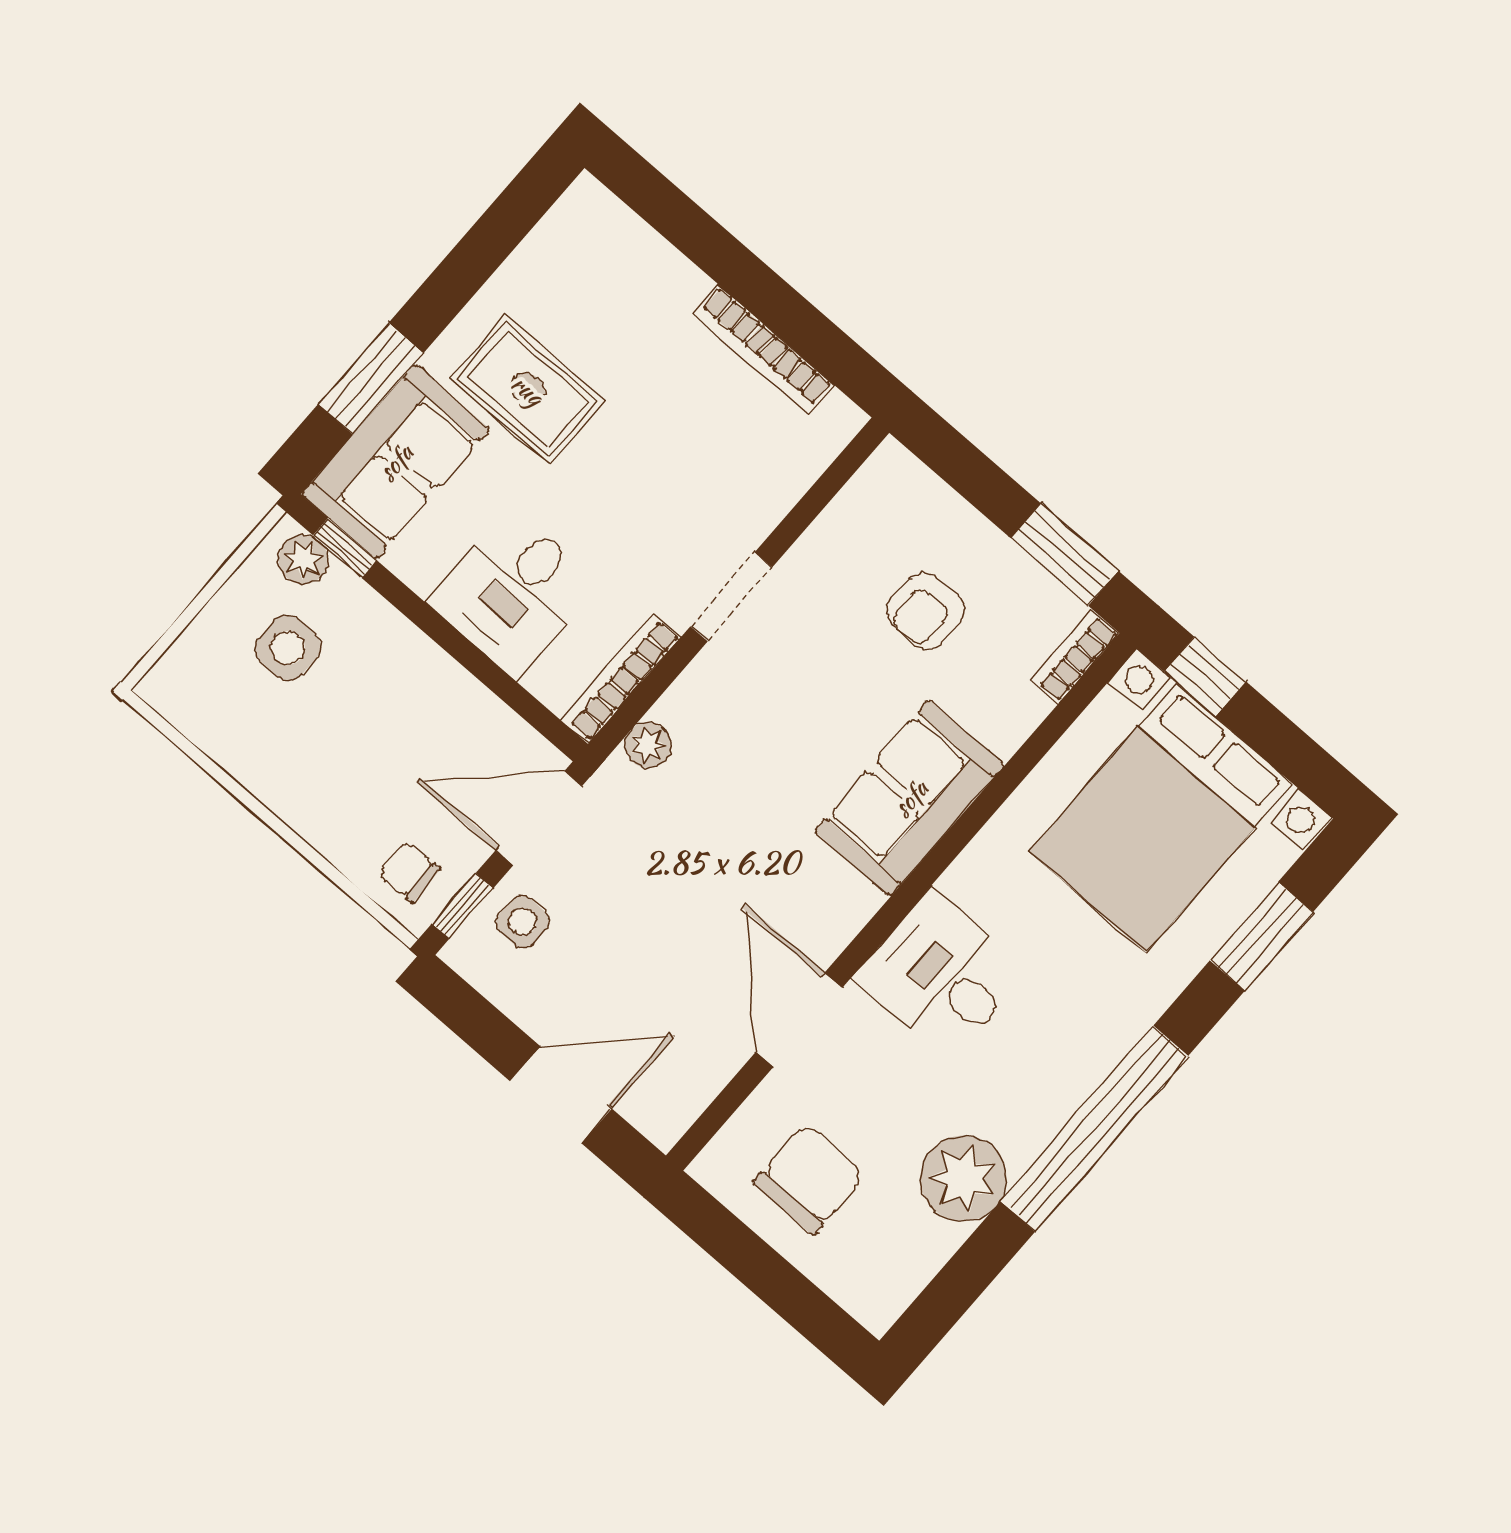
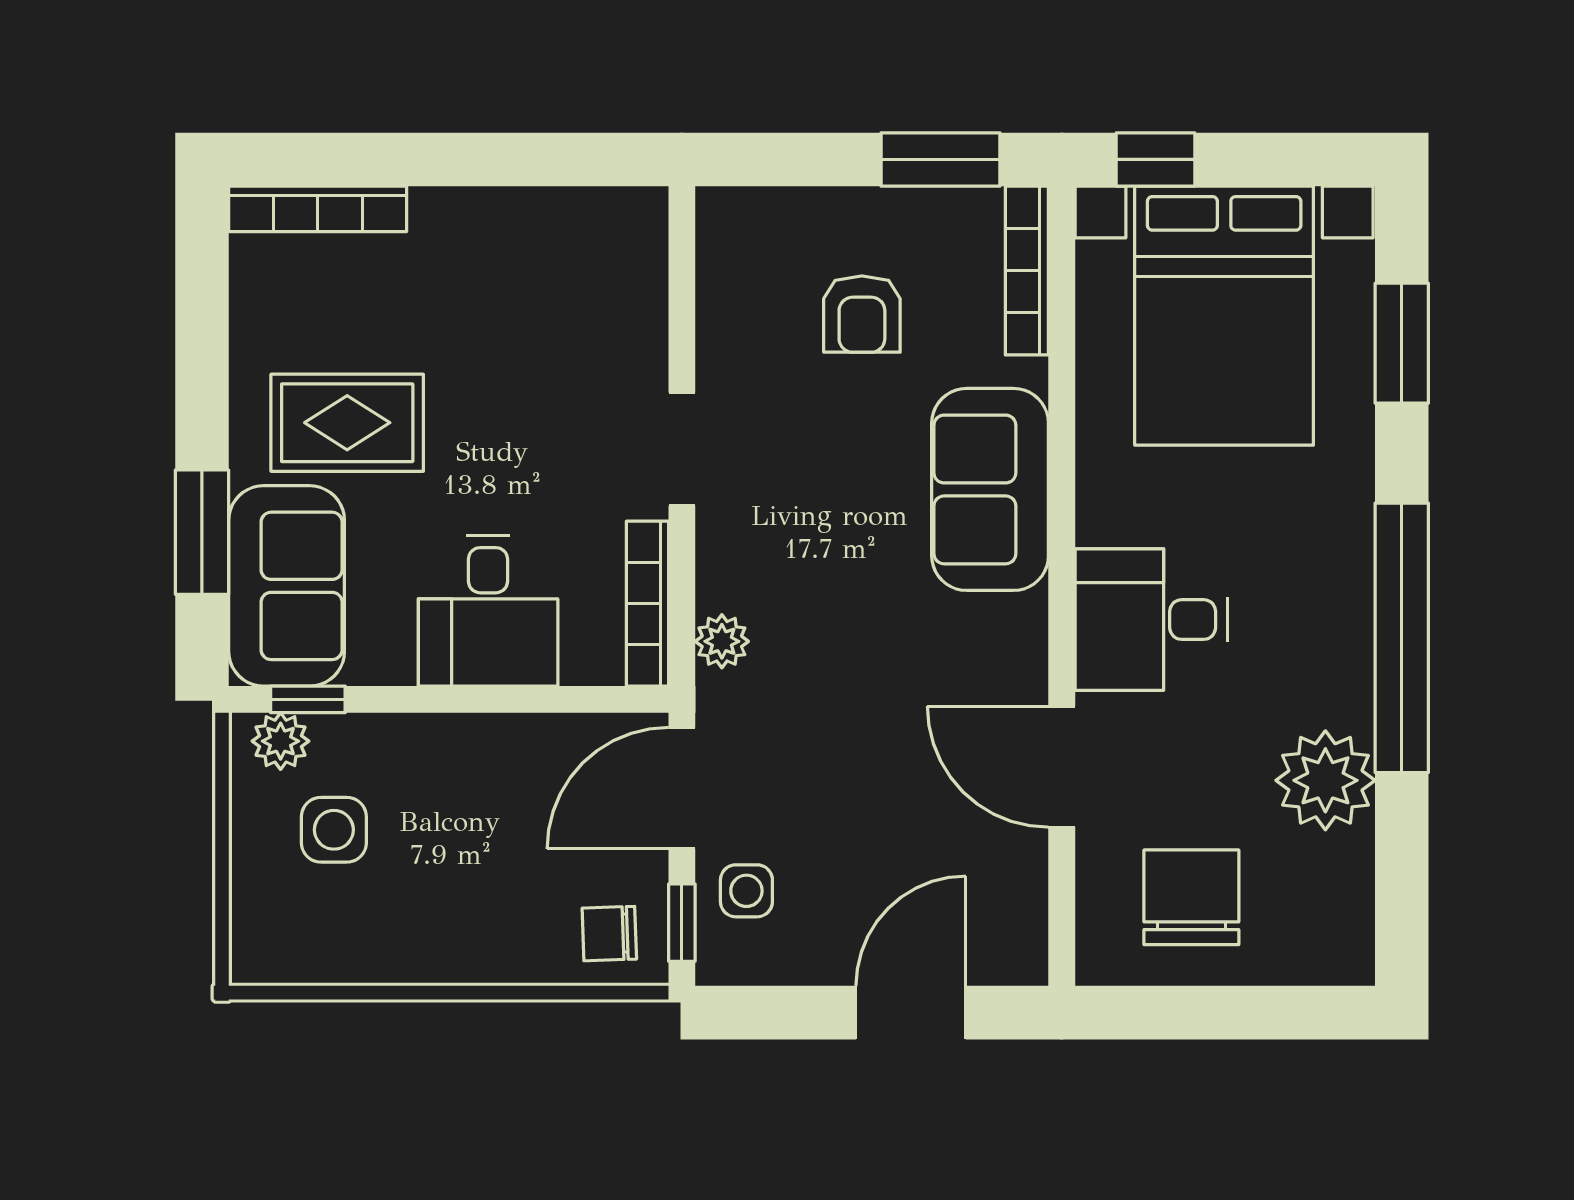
bookcase: (763, 349) -> (318, 209), moved
bookcase: (1075, 656) -> (1027, 271), width x1.56

